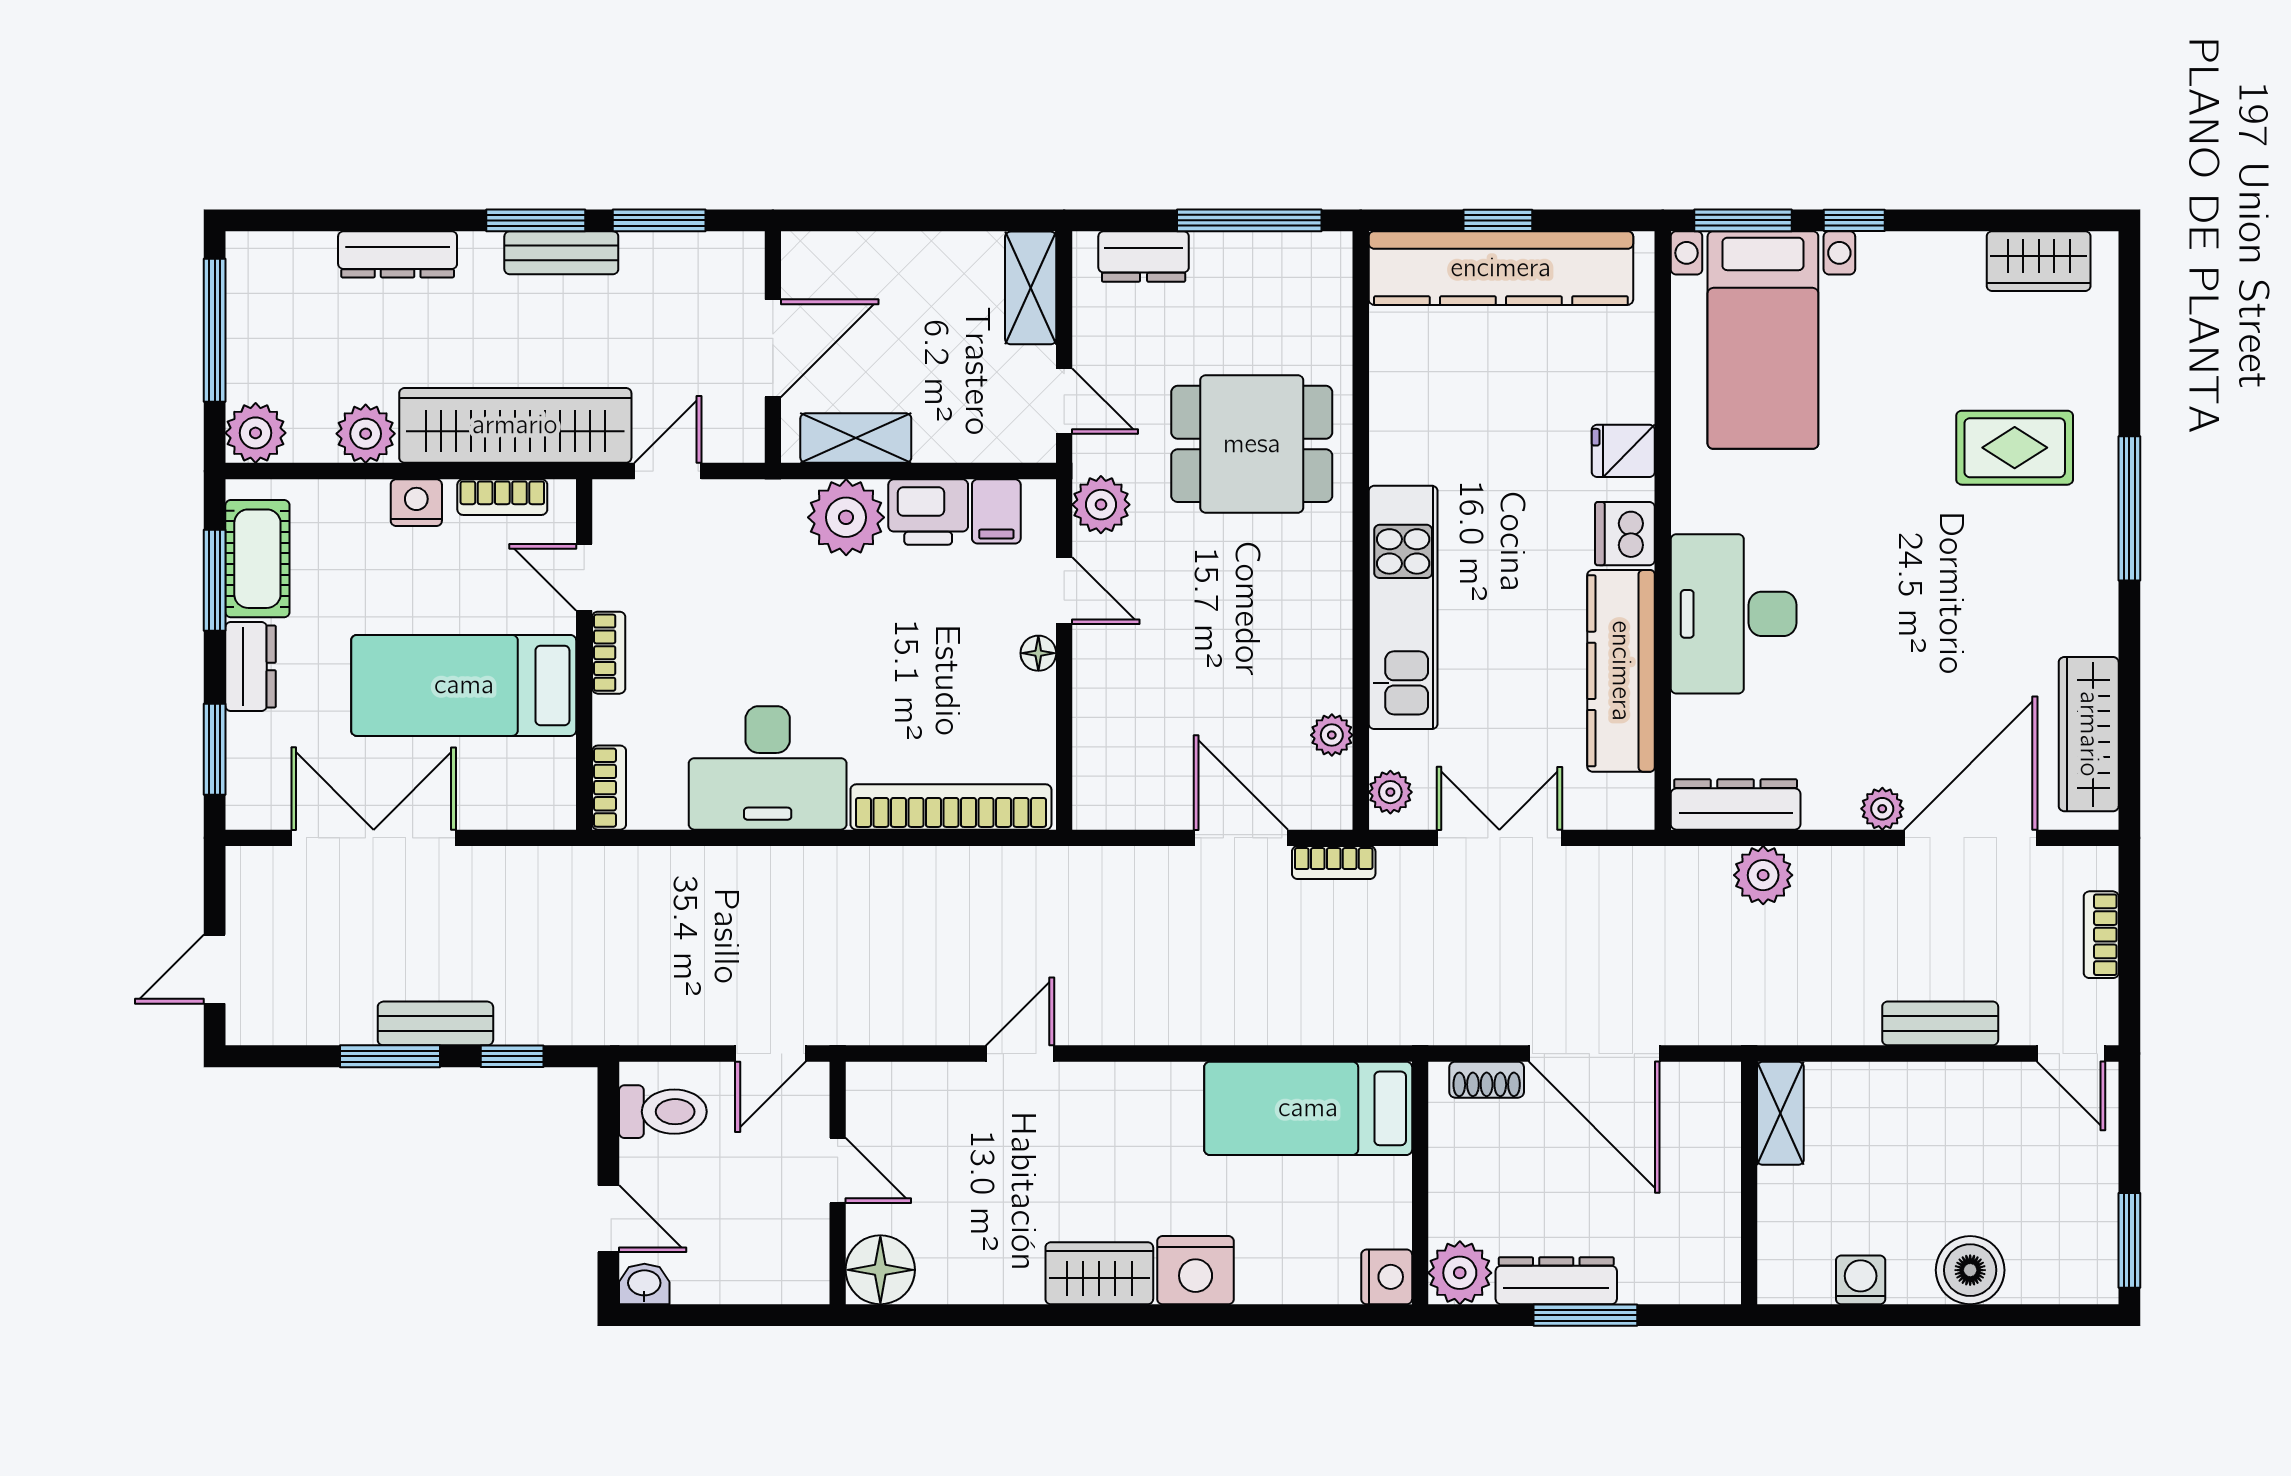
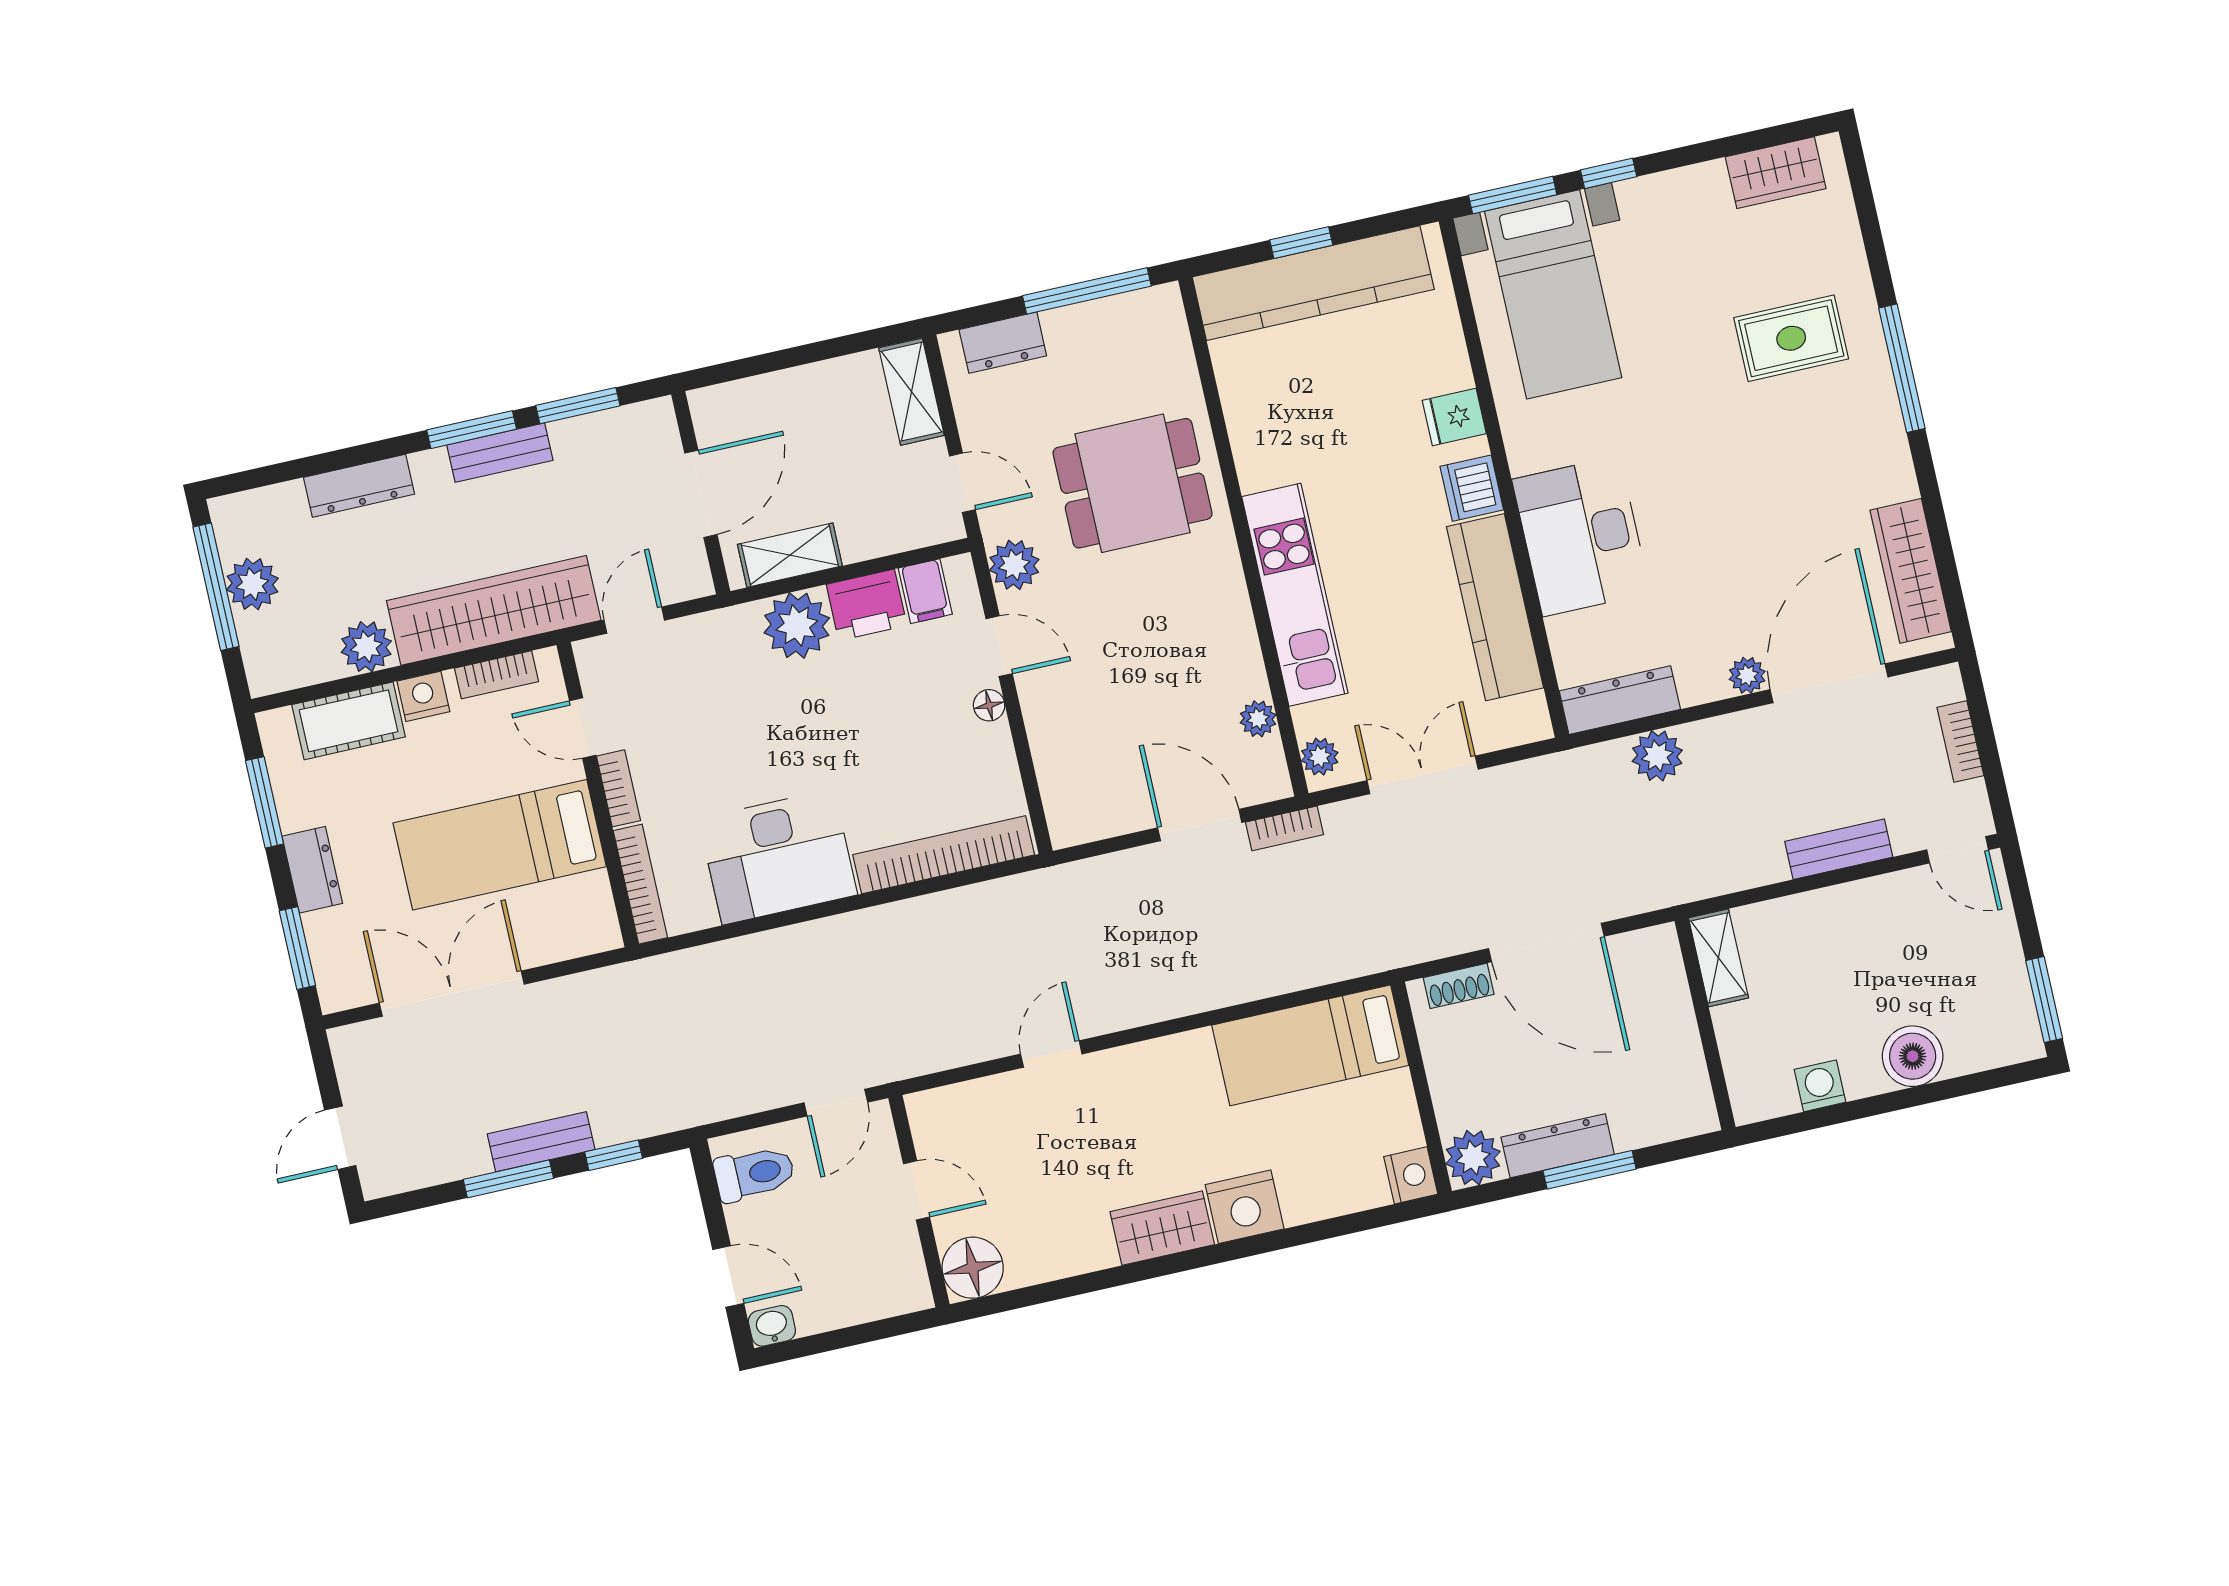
plant: (256, 433) -> (252, 584), moved
cot: (257, 559) -> (349, 721), moved, turned 90
bookcase: (609, 788) -> (640, 884), width x1.56

